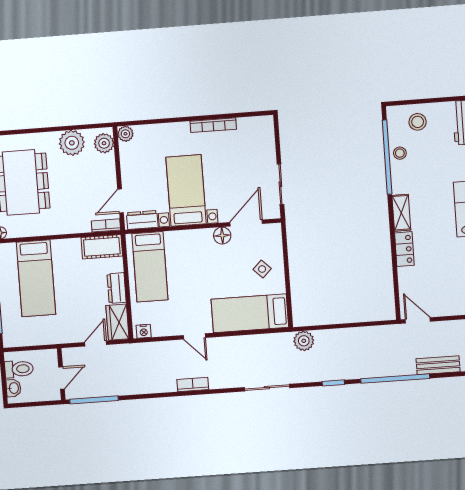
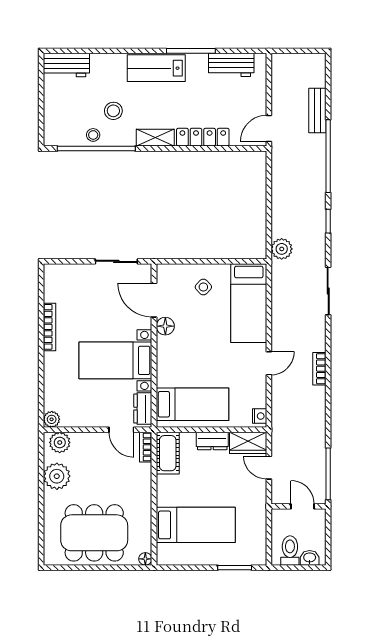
stool: (418, 122) -> (113, 111), moved
locker: (404, 249) -> (203, 137), width x1.53

